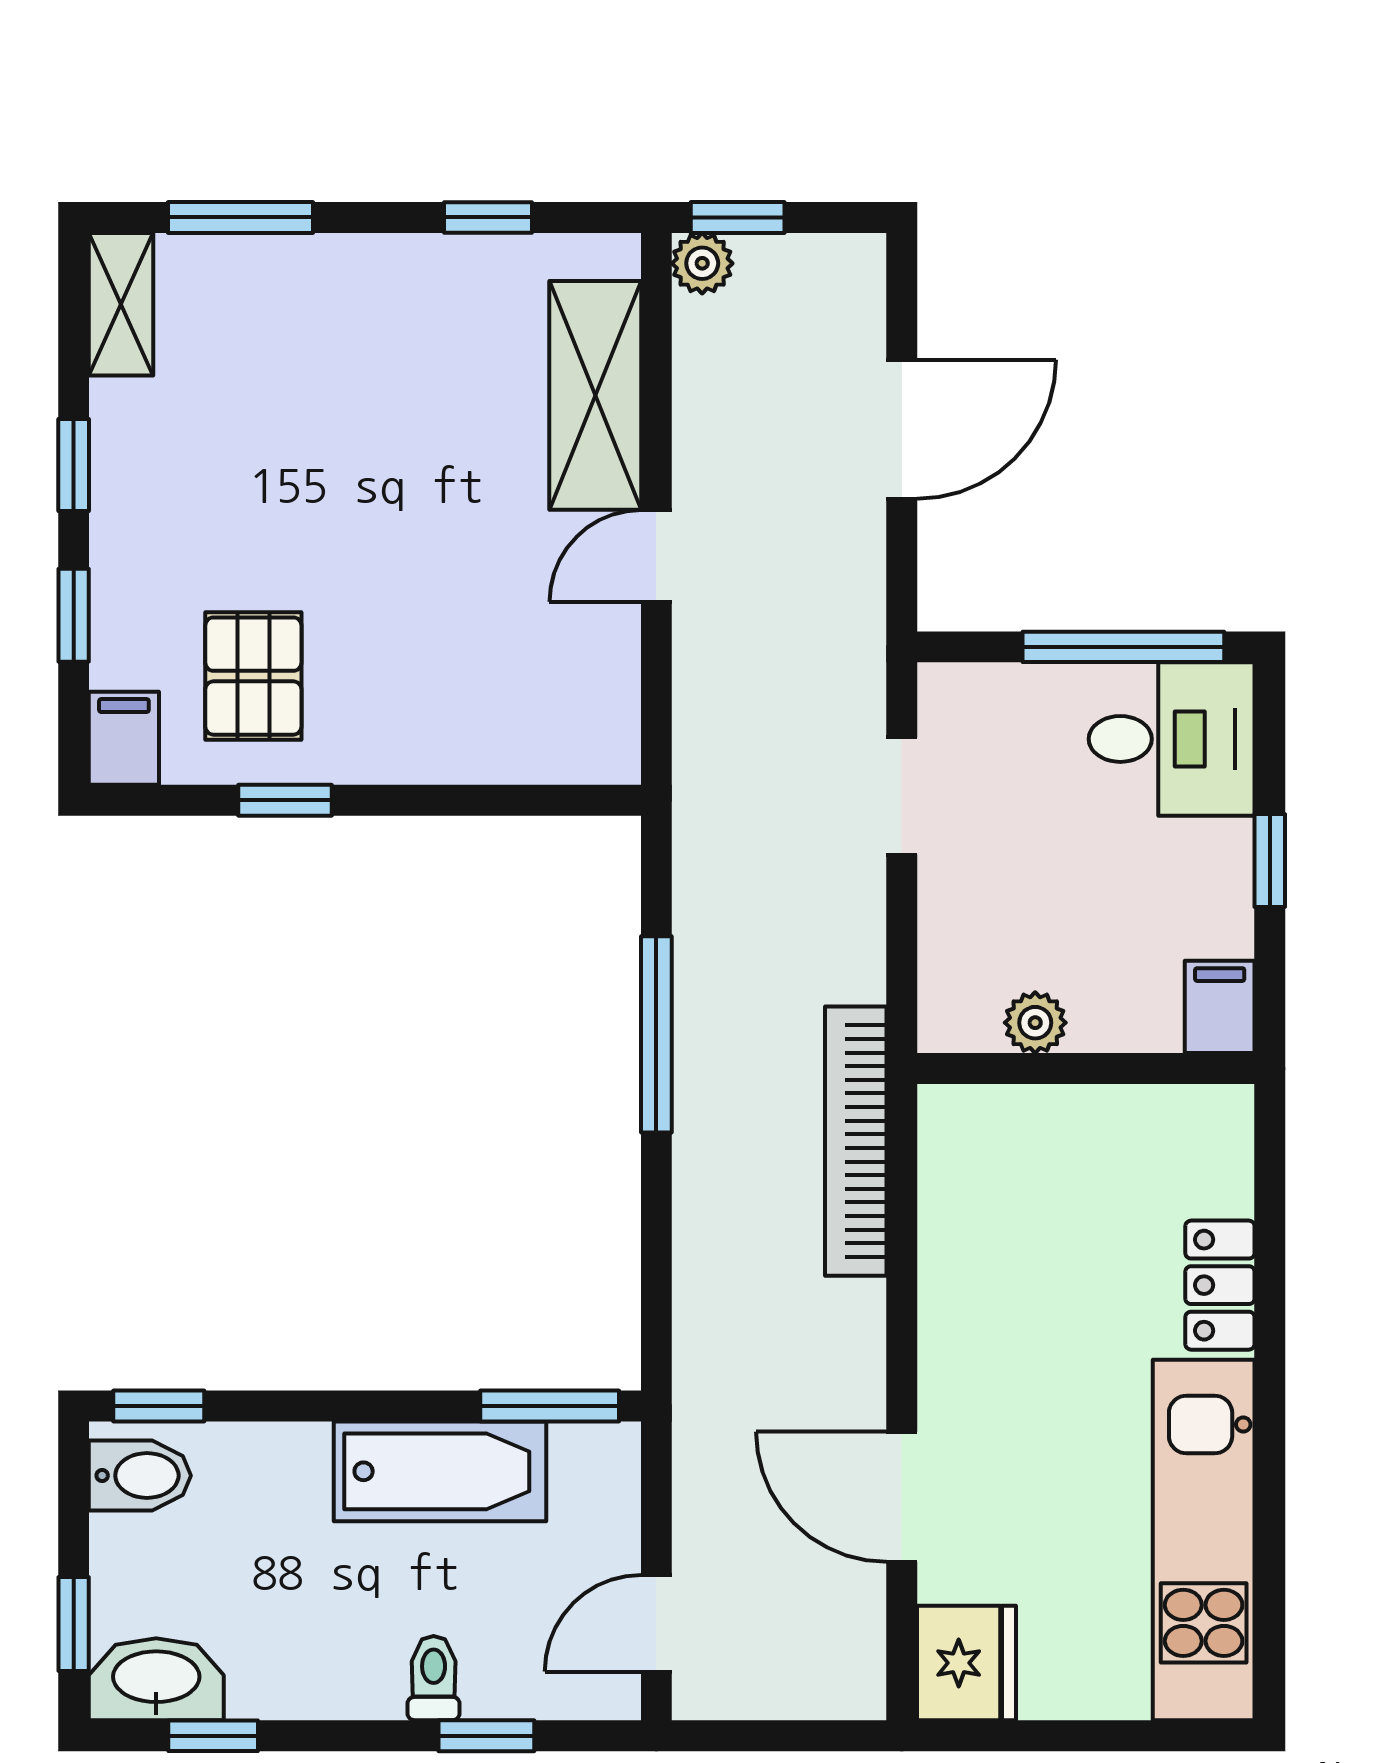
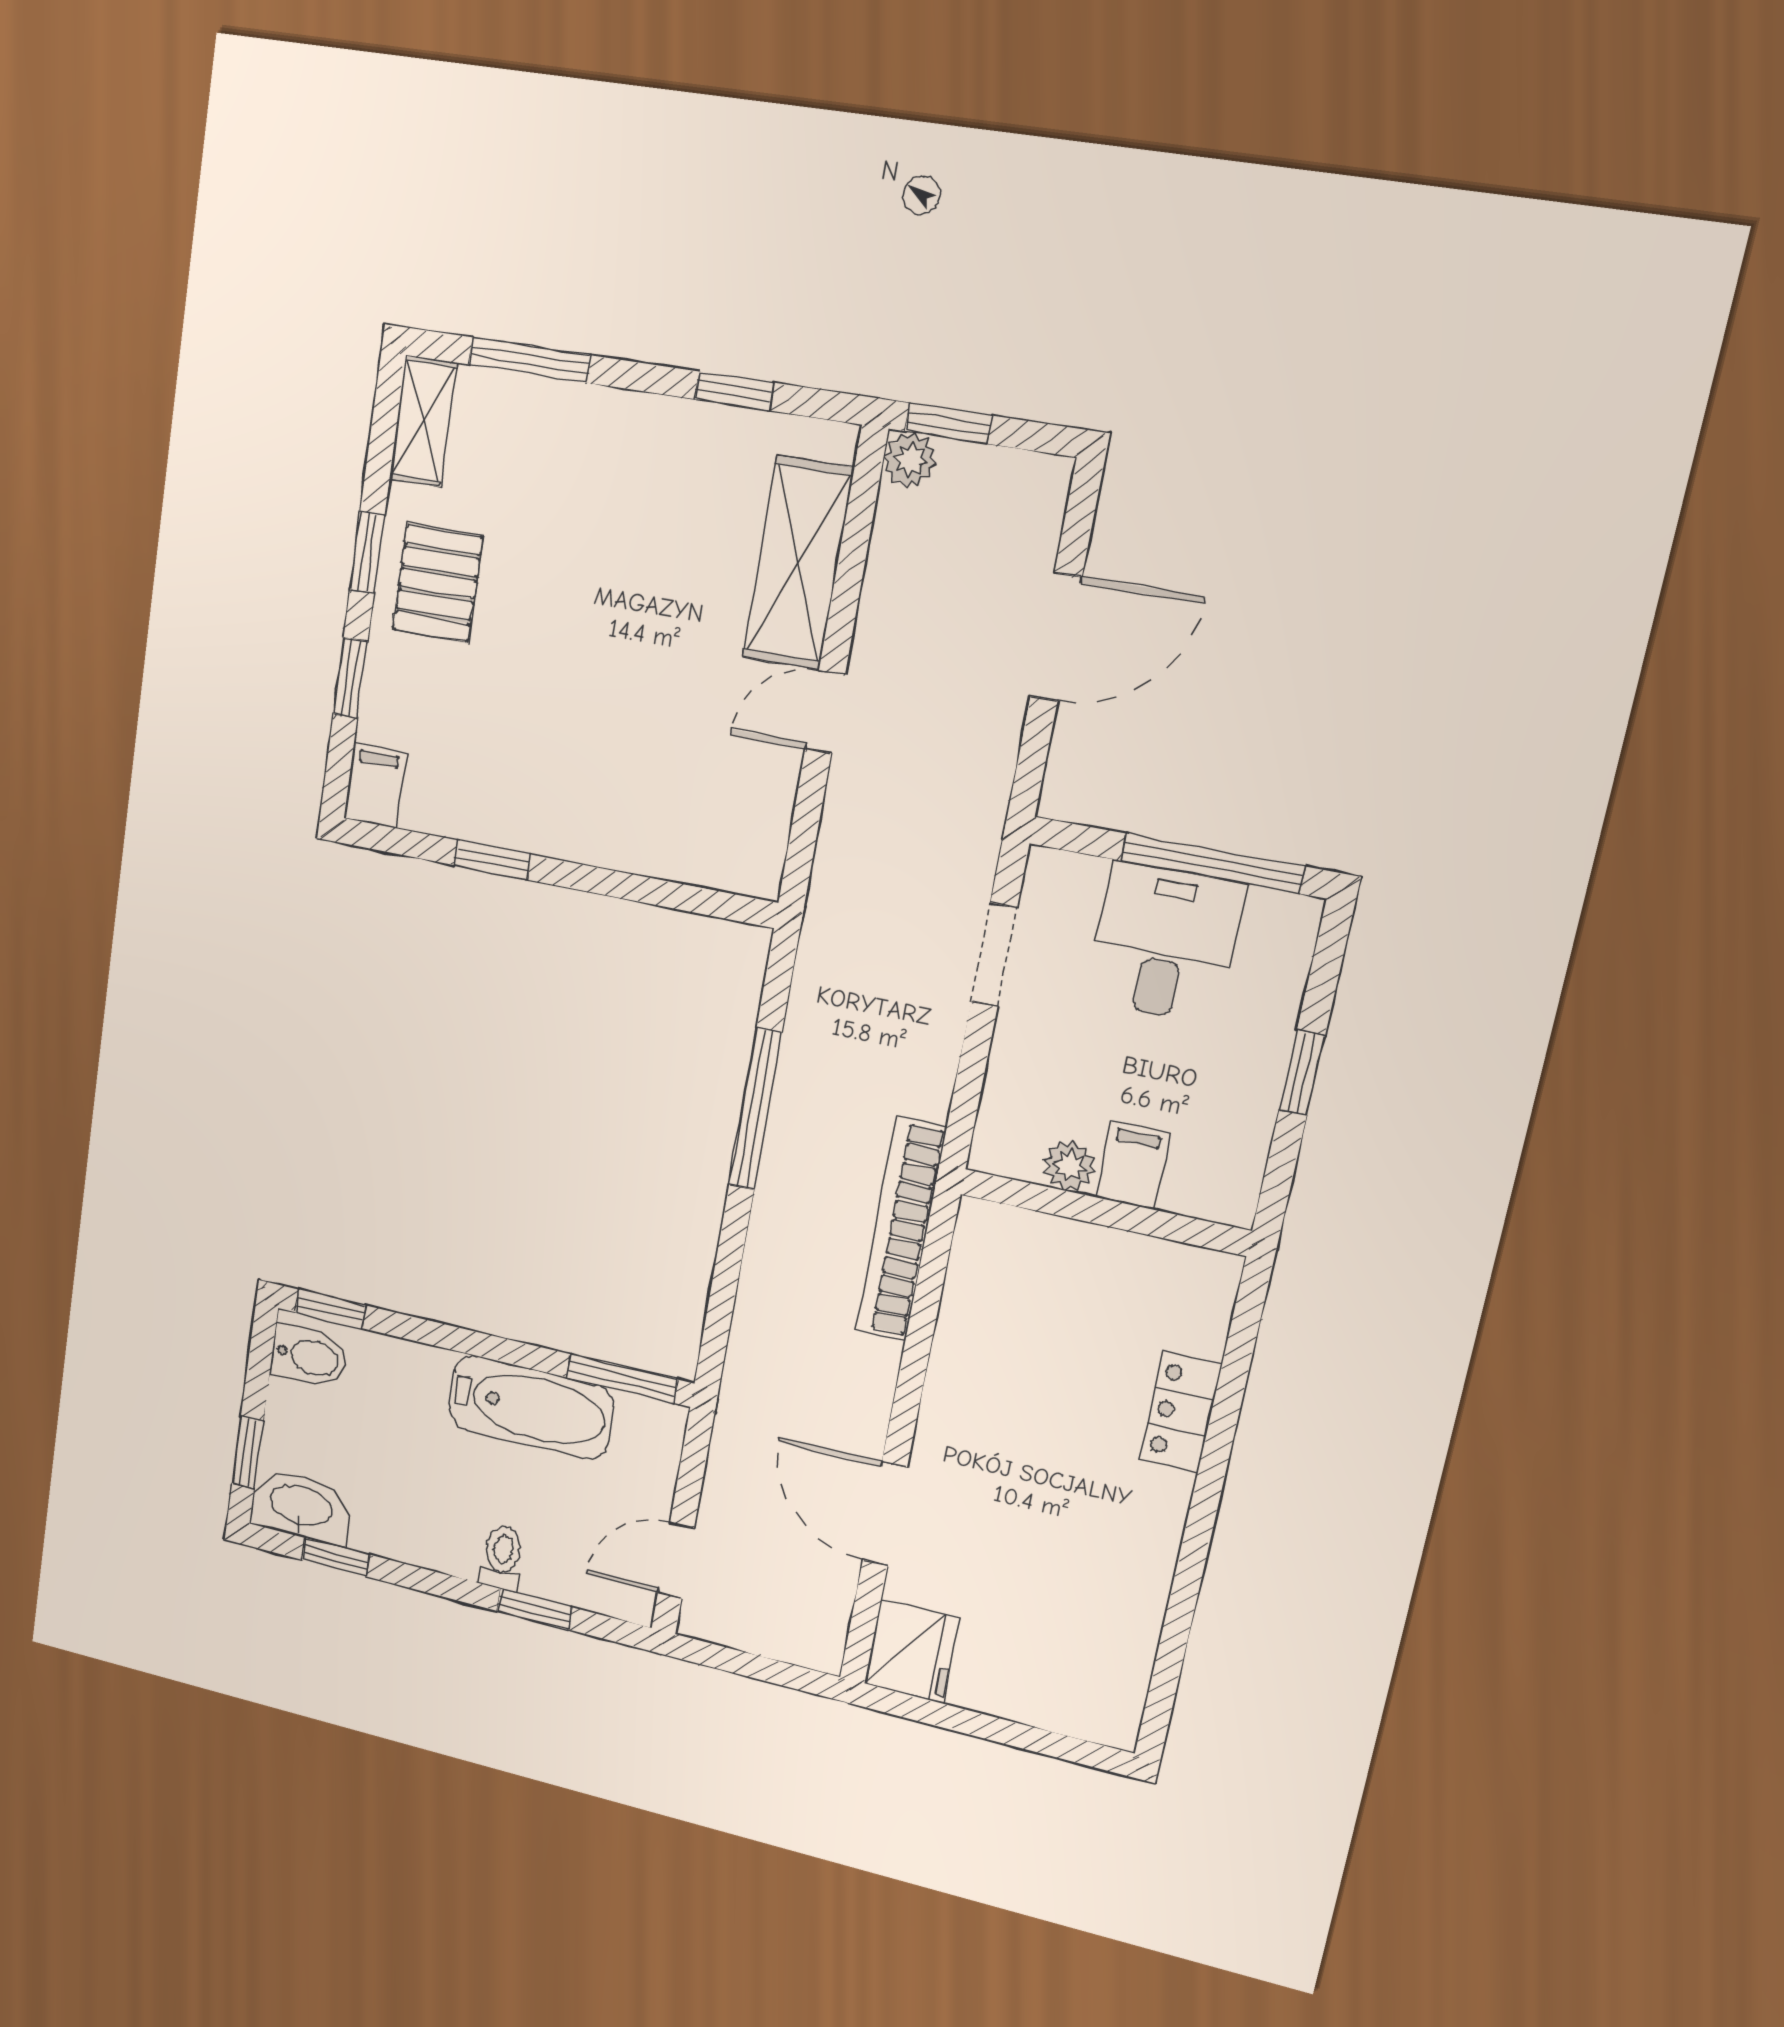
pallet: (253, 676) -> (438, 583), moved
desk: (1172, 739) -> (1165, 943), moved, turned -90
filing cabinet: (1220, 1007) -> (1133, 1166), moved
kitchen unit: (1204, 1540) -> (1123, 1607), removed

